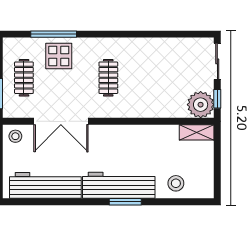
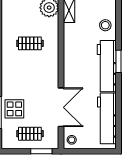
clothes rail: (108, 78) -> (30, 43), moved

